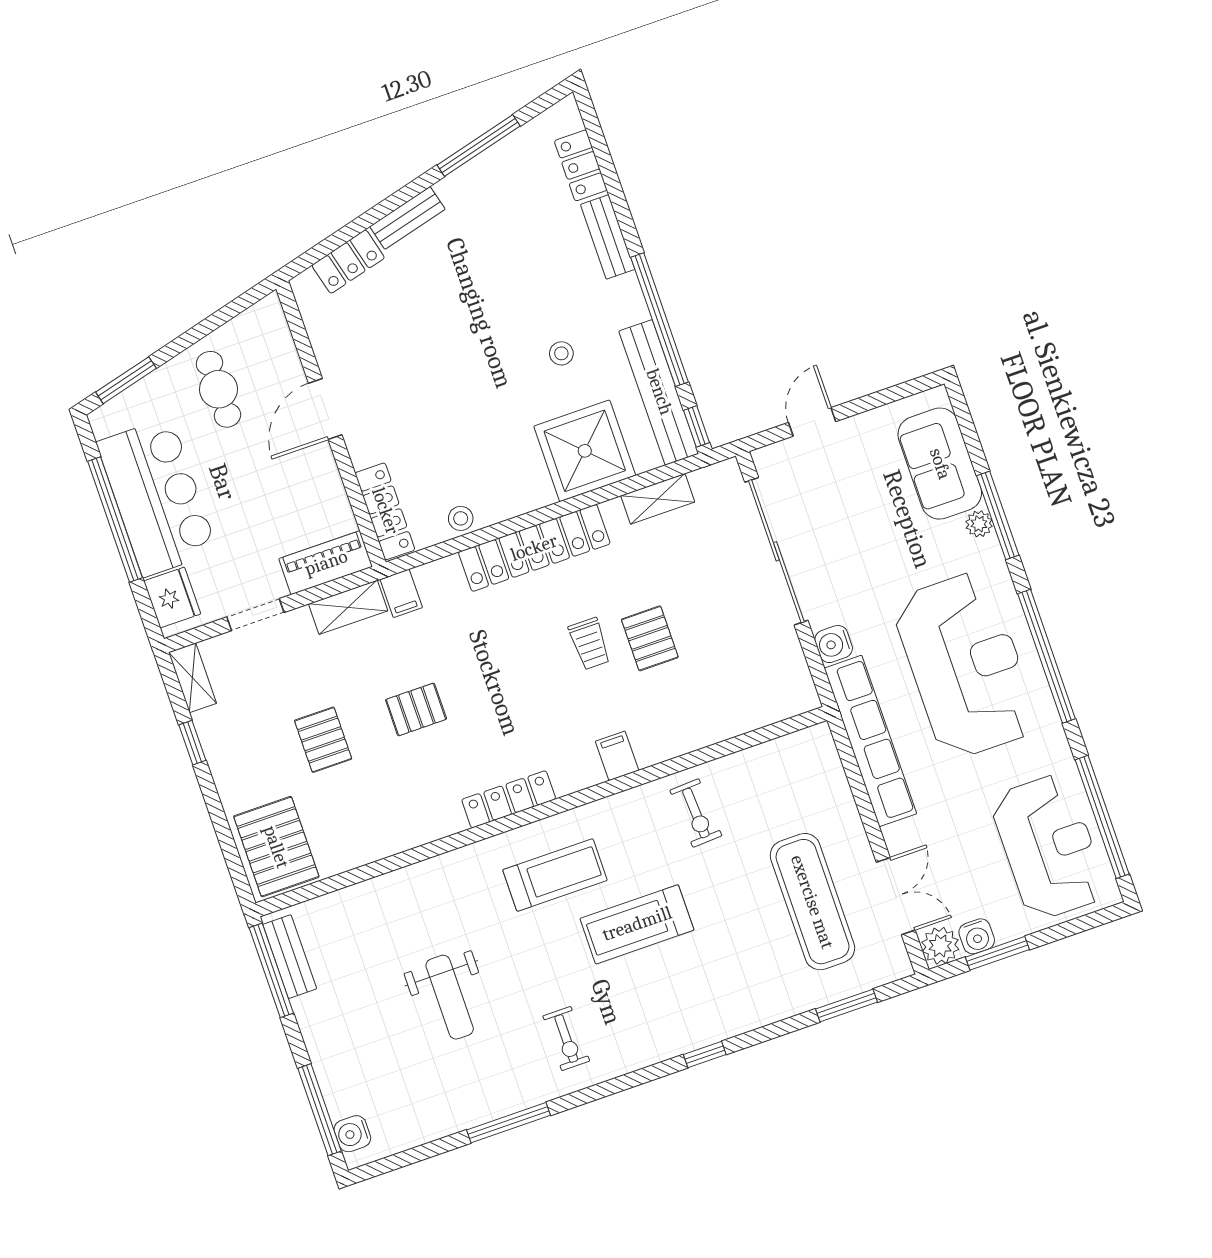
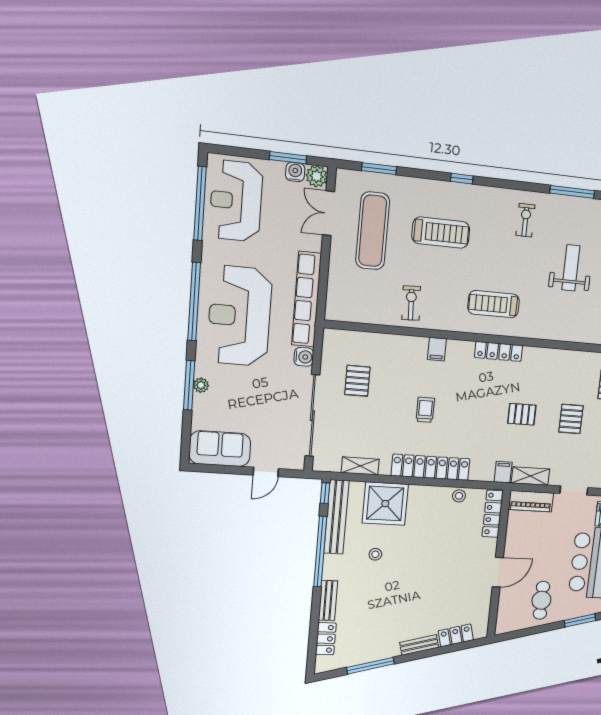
sofa: (940, 464) -> (220, 449), moved, turned -90
pallet: (650, 638) -> (357, 381), moved
treadmill: (637, 924) -> (441, 233), moved

